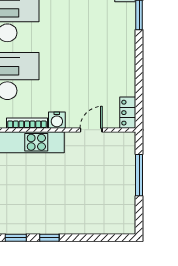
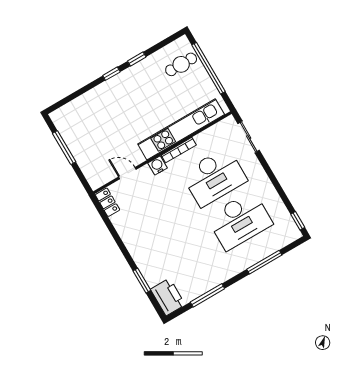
door: (91, 130) -> (127, 173), swing flipped
window: (139, 175) -> (64, 148), moved

